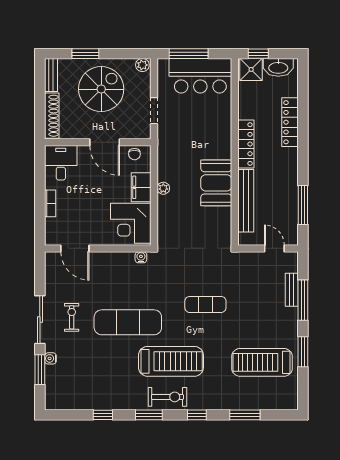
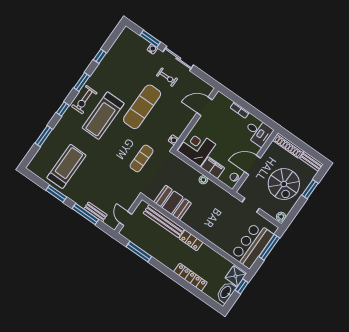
locker: (246, 144) -> (191, 240), width x0.66
booth: (216, 183) -> (173, 203), moved
door: (274, 248) -> (126, 218), swing flipped
exercise mat: (205, 304) -> (142, 158), moved

